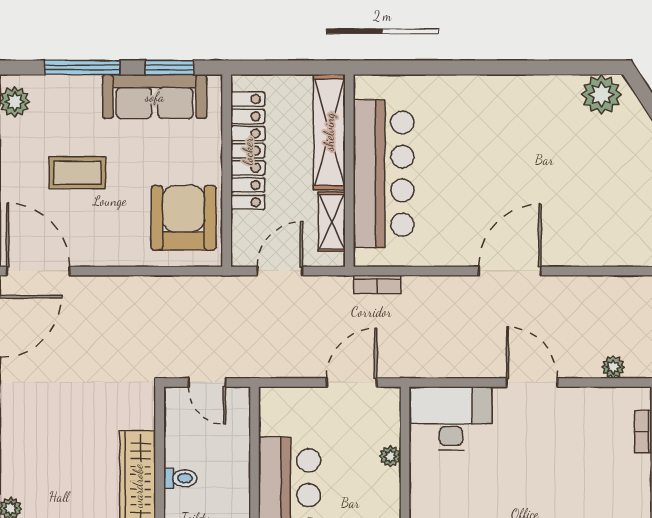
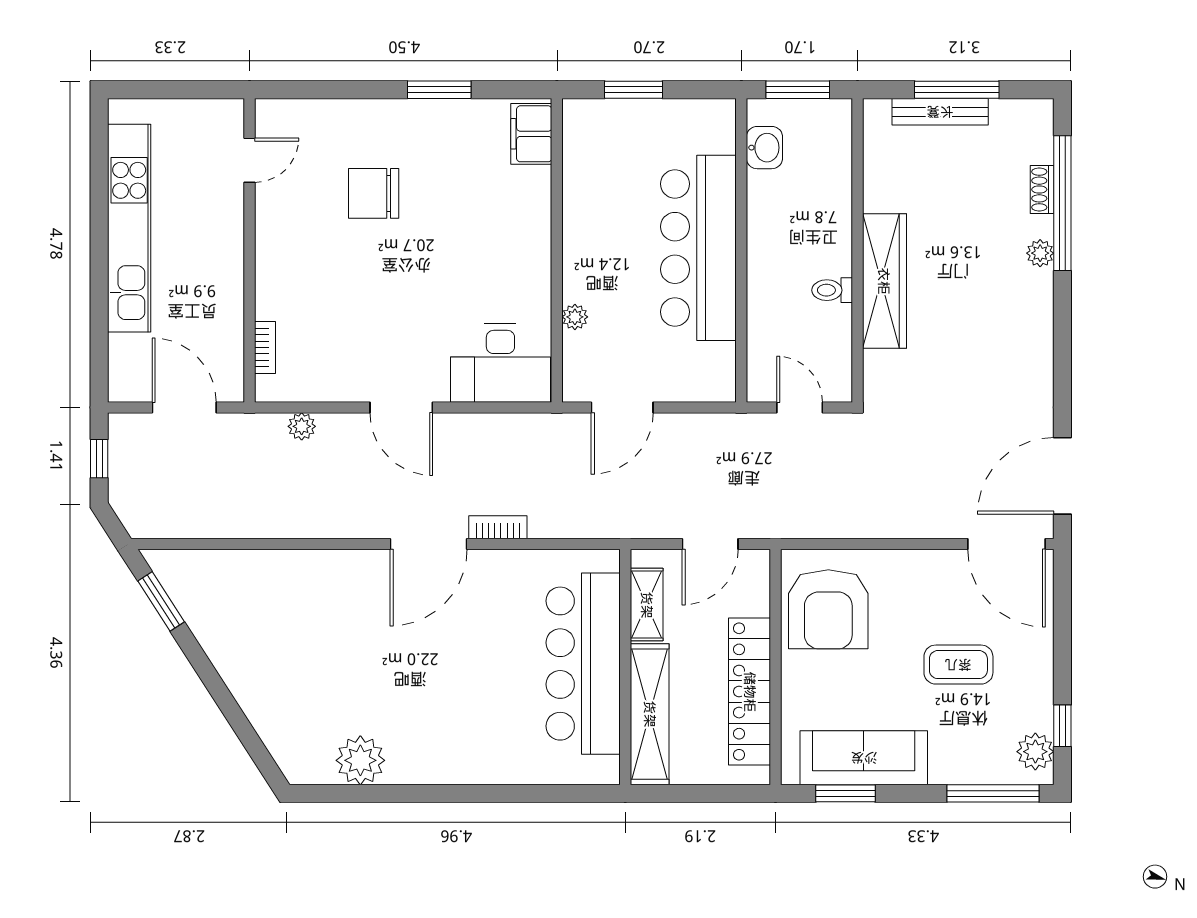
window: (82, 68) -> (993, 793), moved
plant: (601, 95) -> (360, 760), moved
bookcase: (377, 285) -> (498, 527), moved

